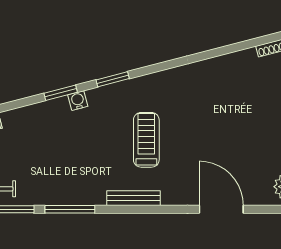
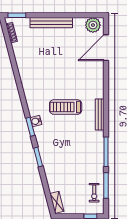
water cooler: (78, 101) -> (36, 121), moved
door: (221, 209) -> (106, 48), moved

